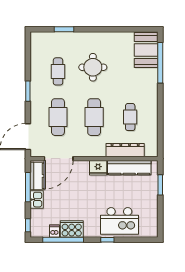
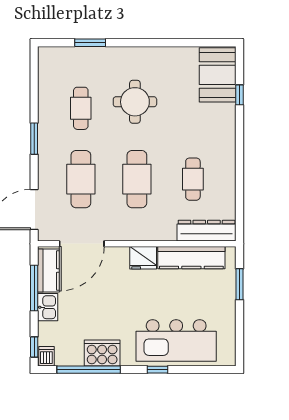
window: (160, 63) -> (240, 95), width x0.32
dresser: (125, 150) -> (207, 231), moved
kitchen island: (119, 221) -> (176, 340), width x1.37
dishwasher: (54, 231) -> (46, 356), moved

